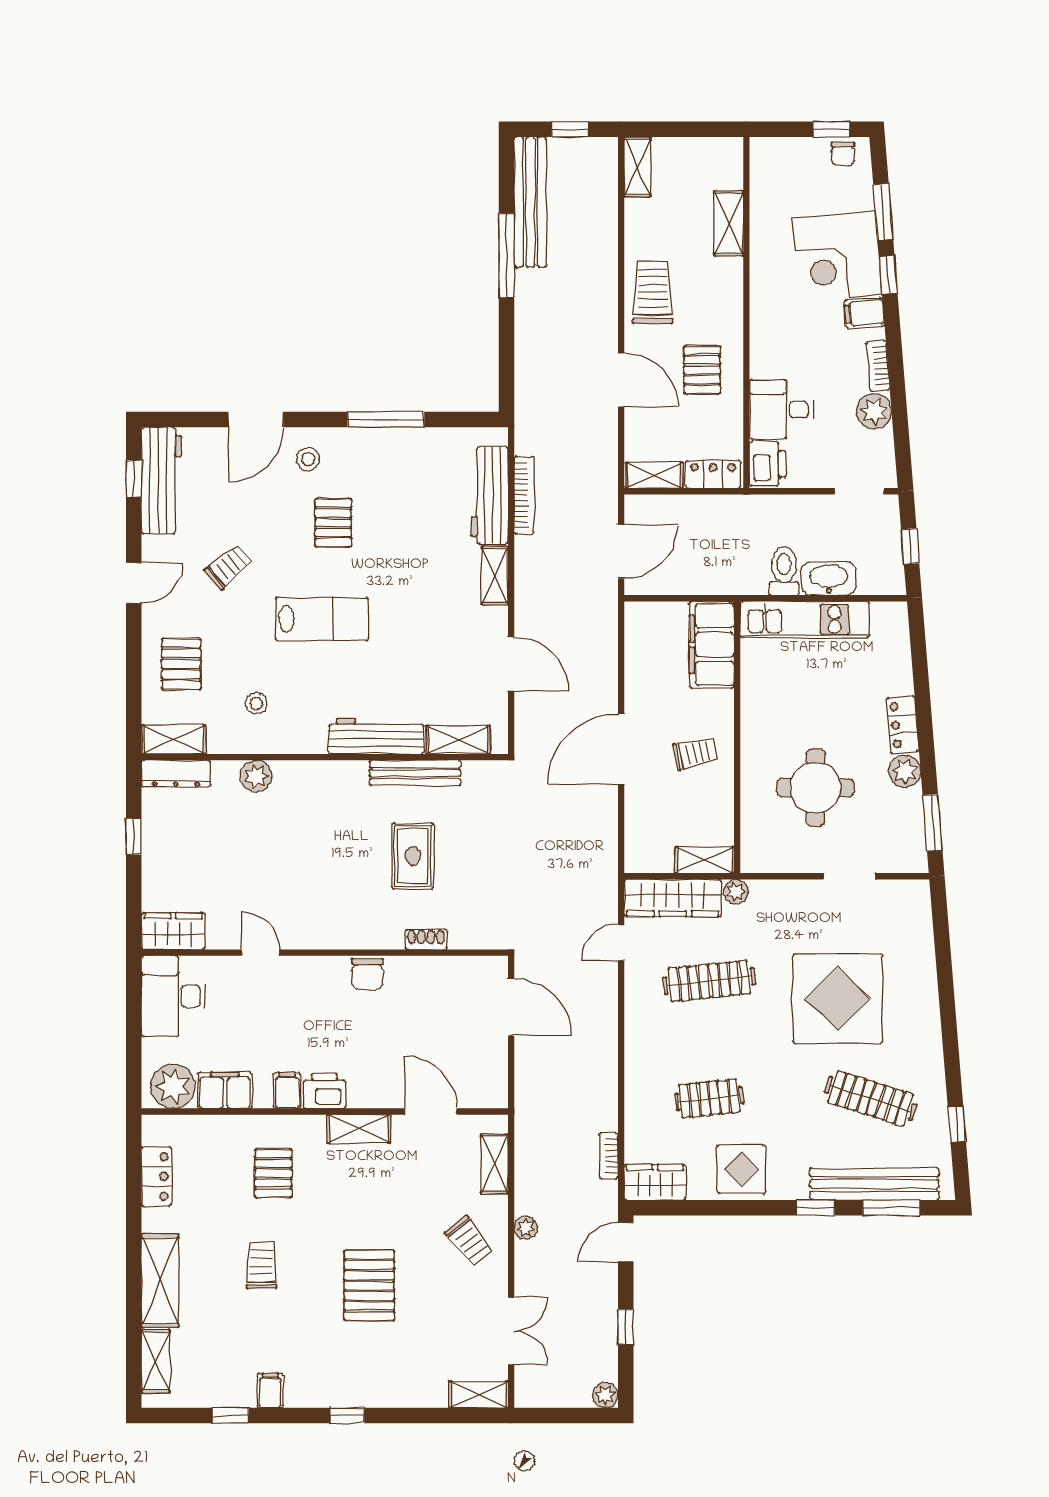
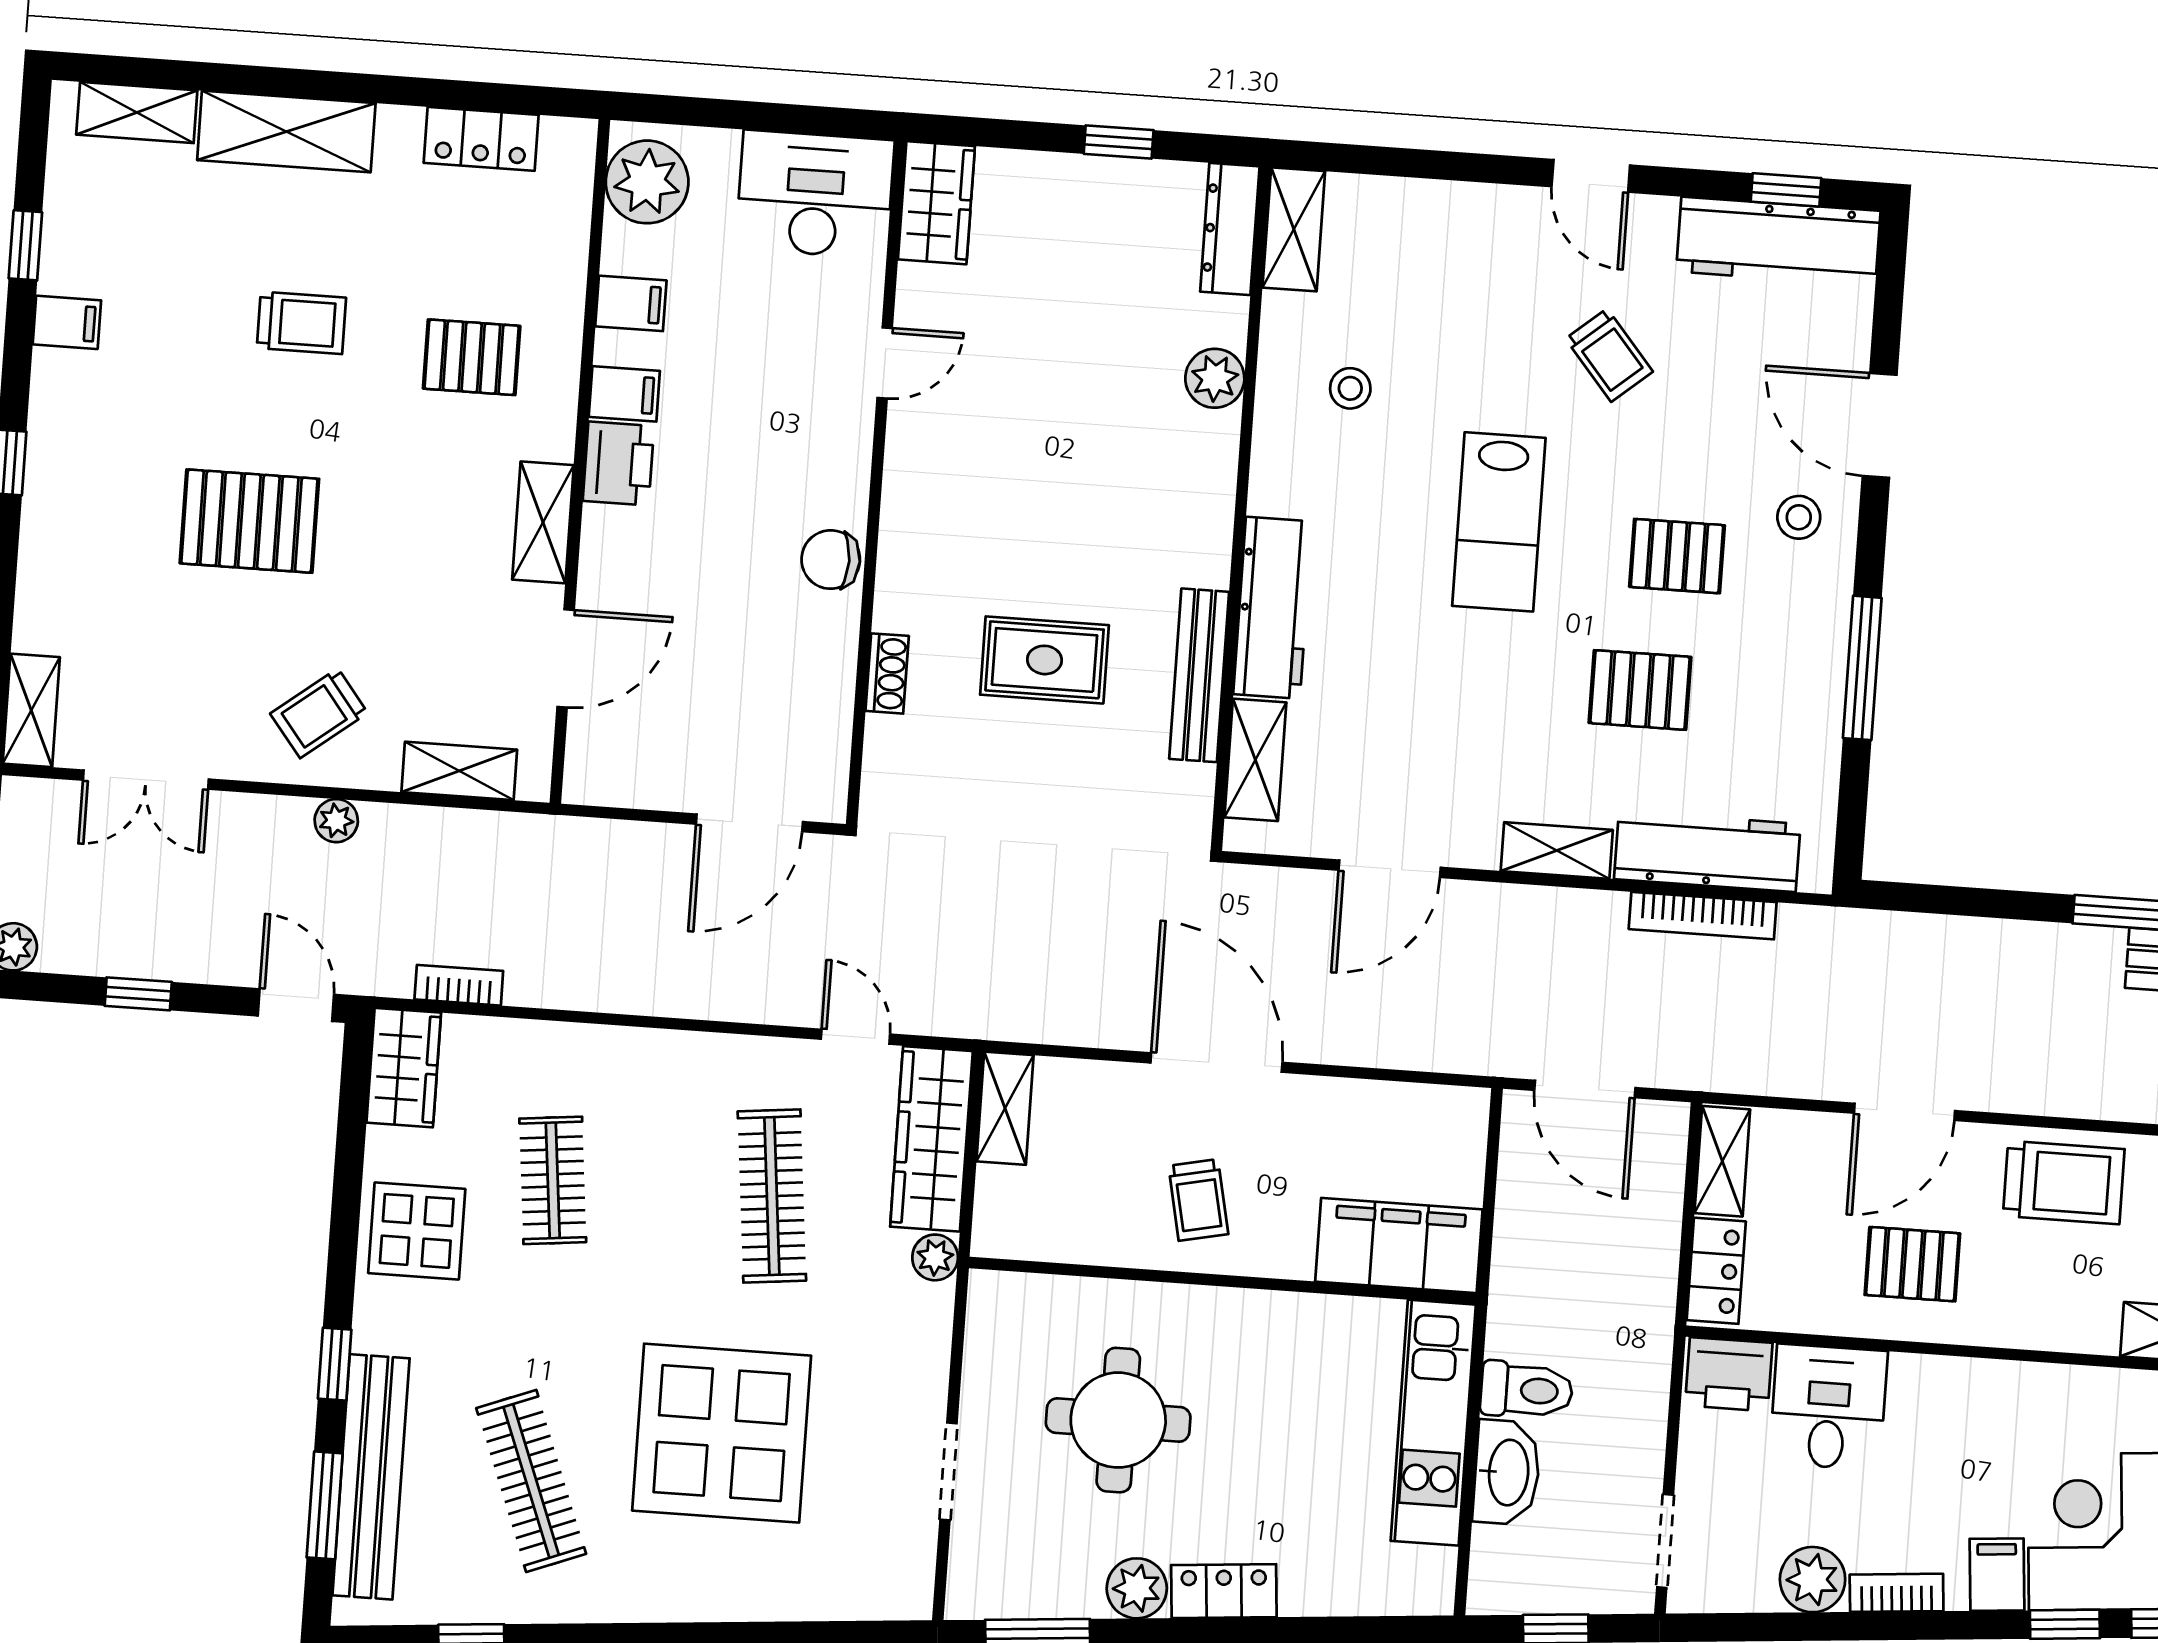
pallet: (181, 664) -> (1640, 690), moved
shelving: (705, 860) -> (1005, 1108), moved
filing cabinet: (225, 1090) -> (631, 303), width x0.50
clothes rail: (870, 1098) -> (531, 1481), turned -39

